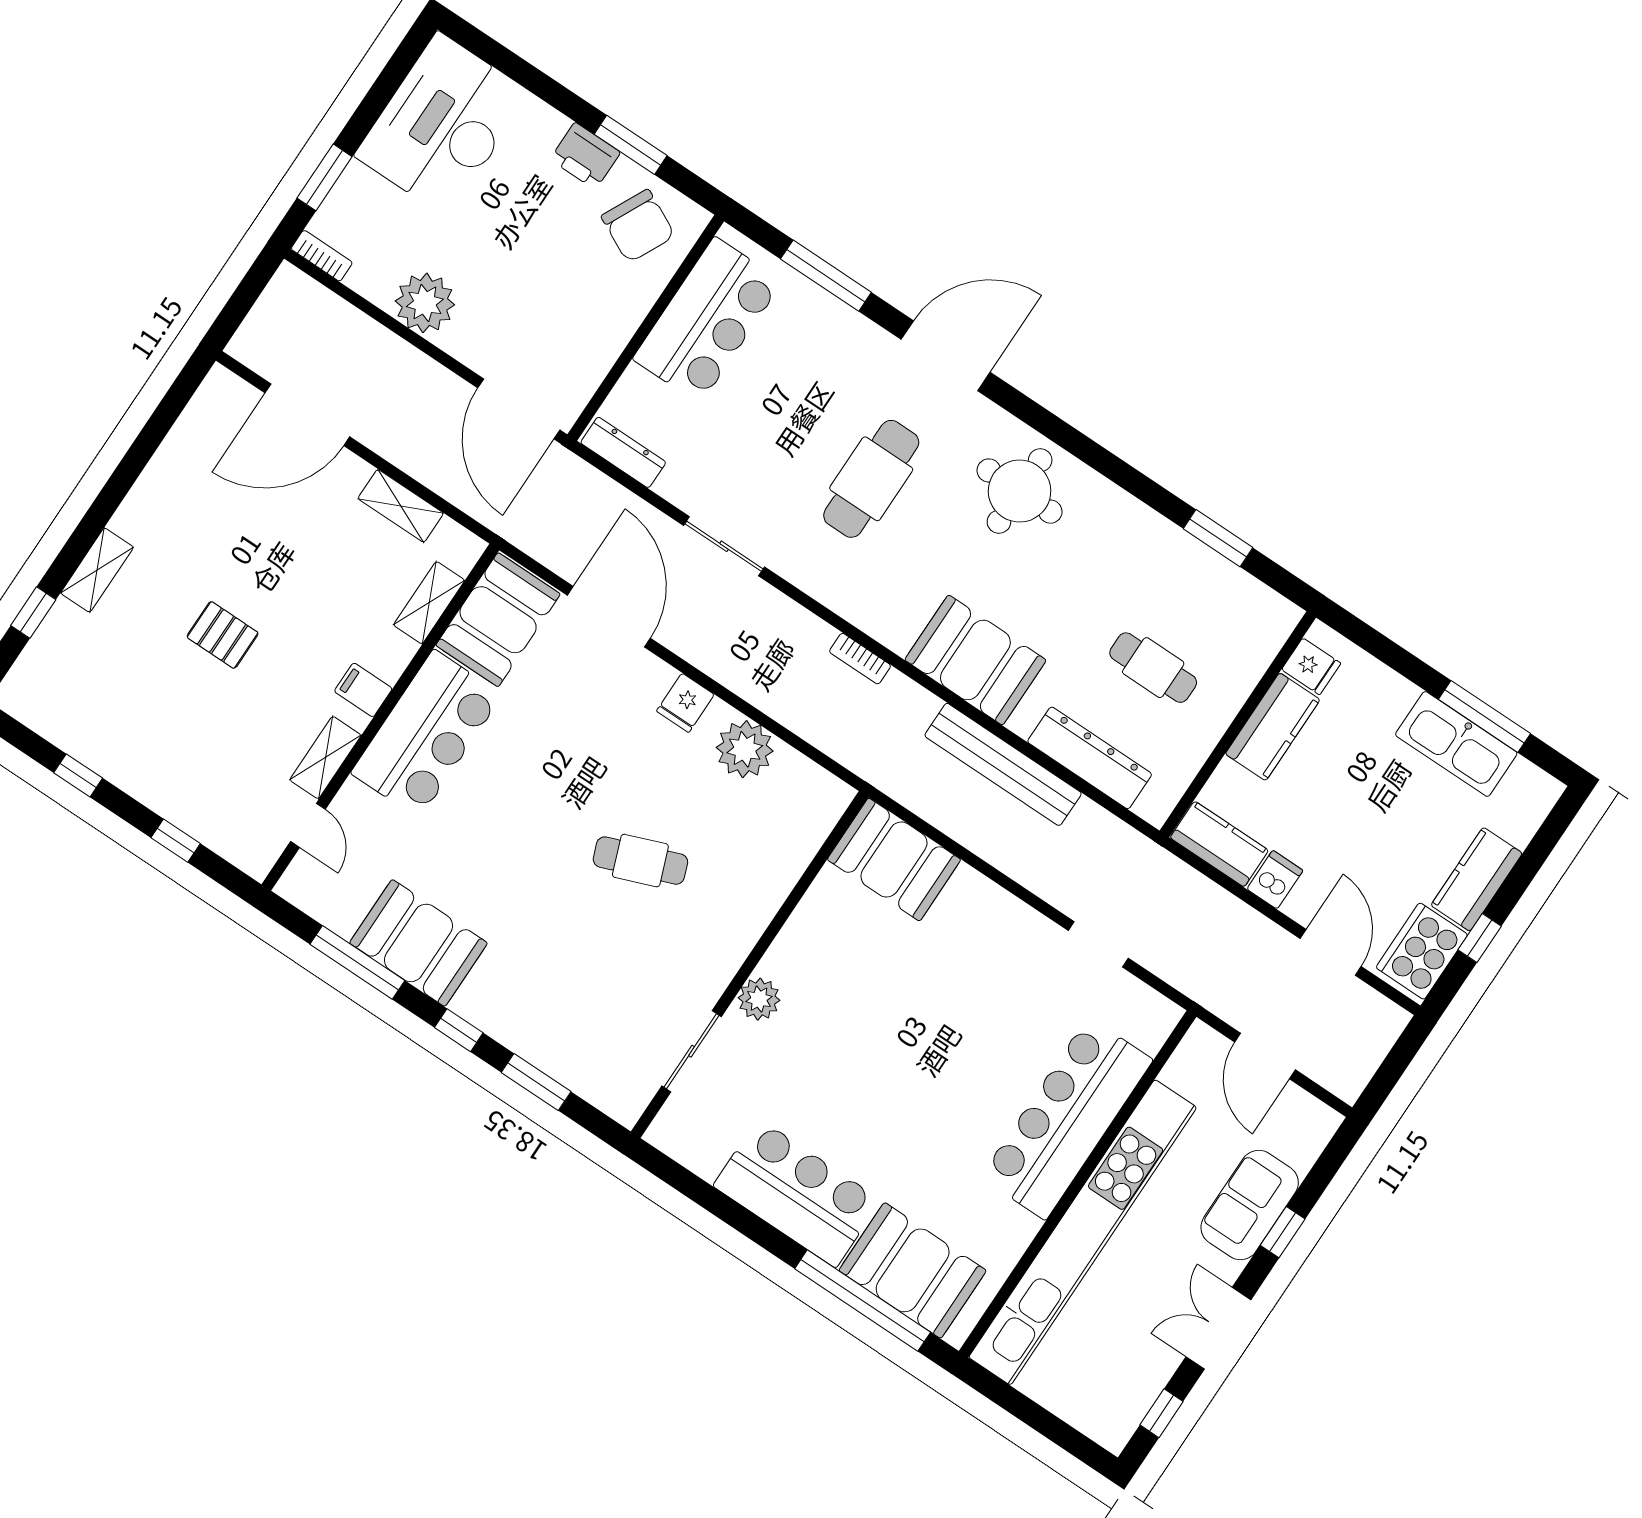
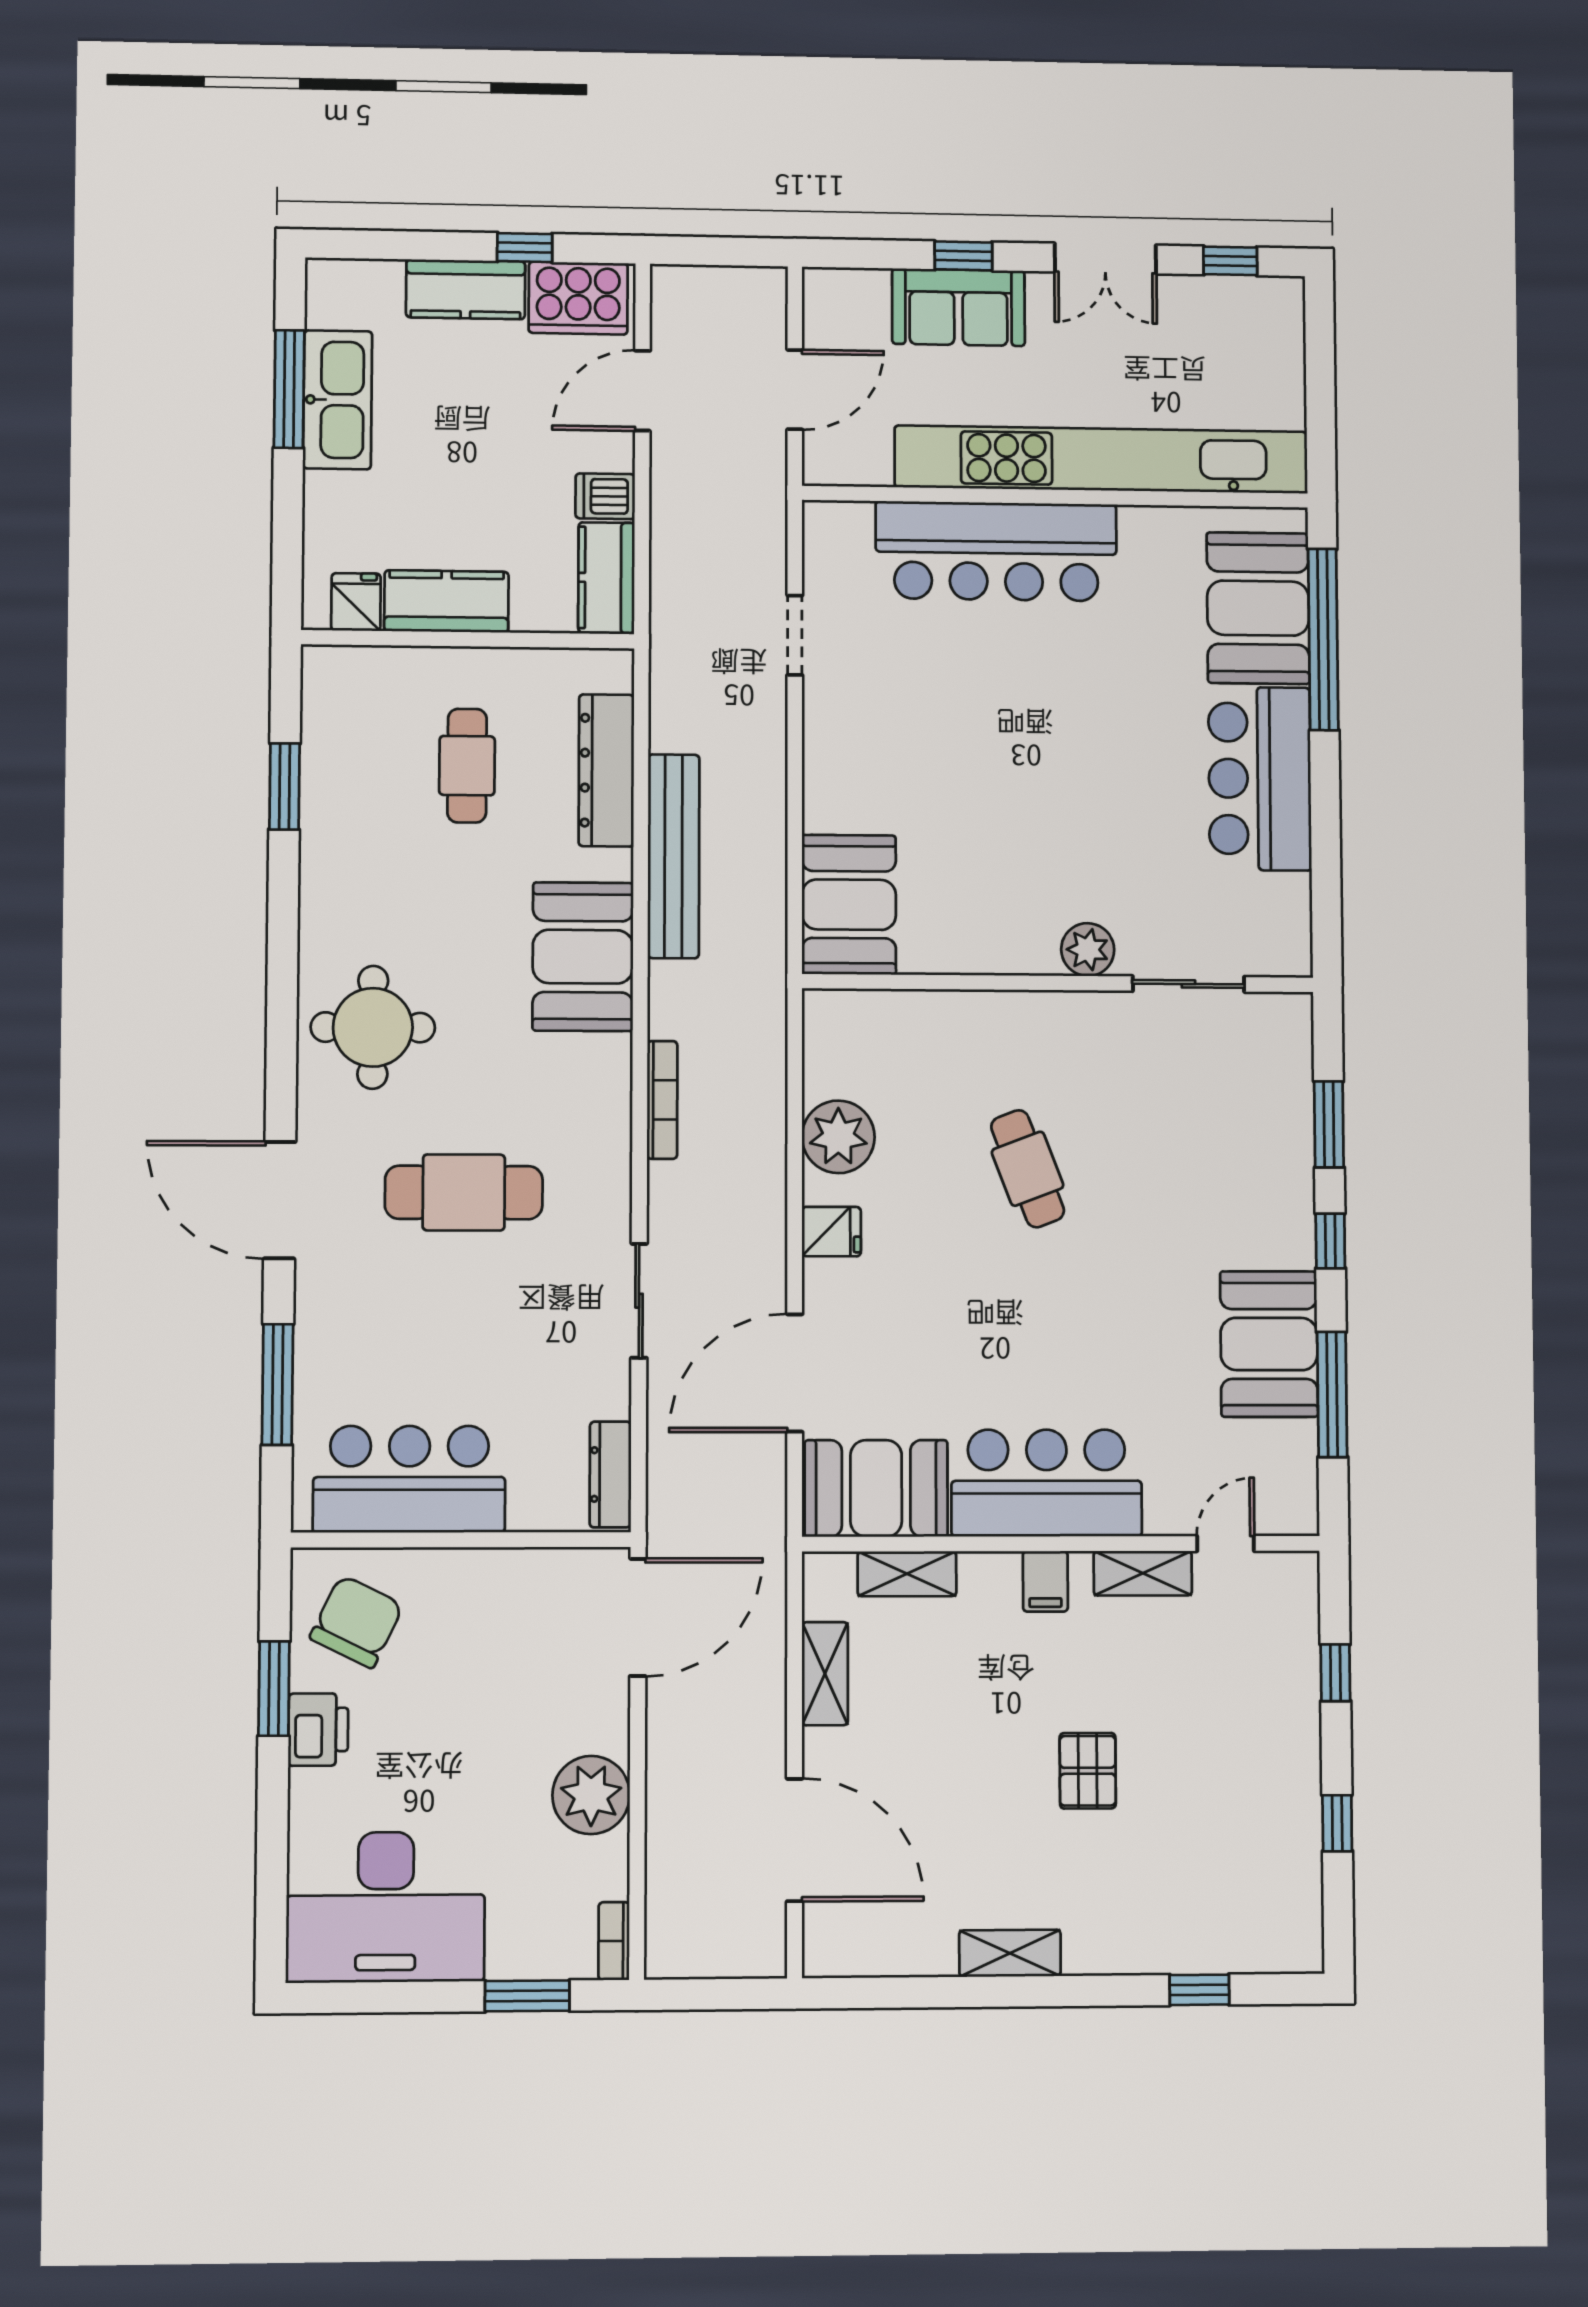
shelving: (97, 570) -> (1010, 1953), moved
bookcase: (860, 659) -> (662, 1100), width x1.56

